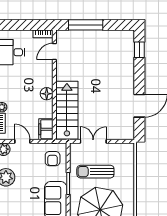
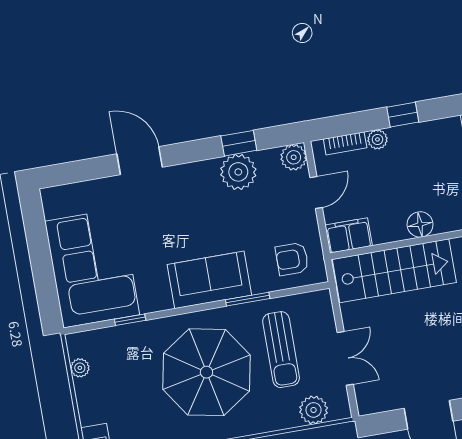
double door: (93, 141) -> (345, 358), moved
plant: (127, 161) -> (314, 410), added
sun lounger: (95, 172) -> (281, 350), turned 180

